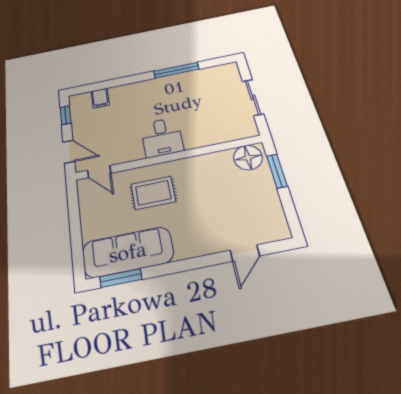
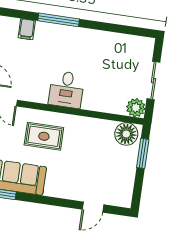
window: (176, 70) -> (59, 20), moved
plant: (246, 128) -> (136, 108), added

